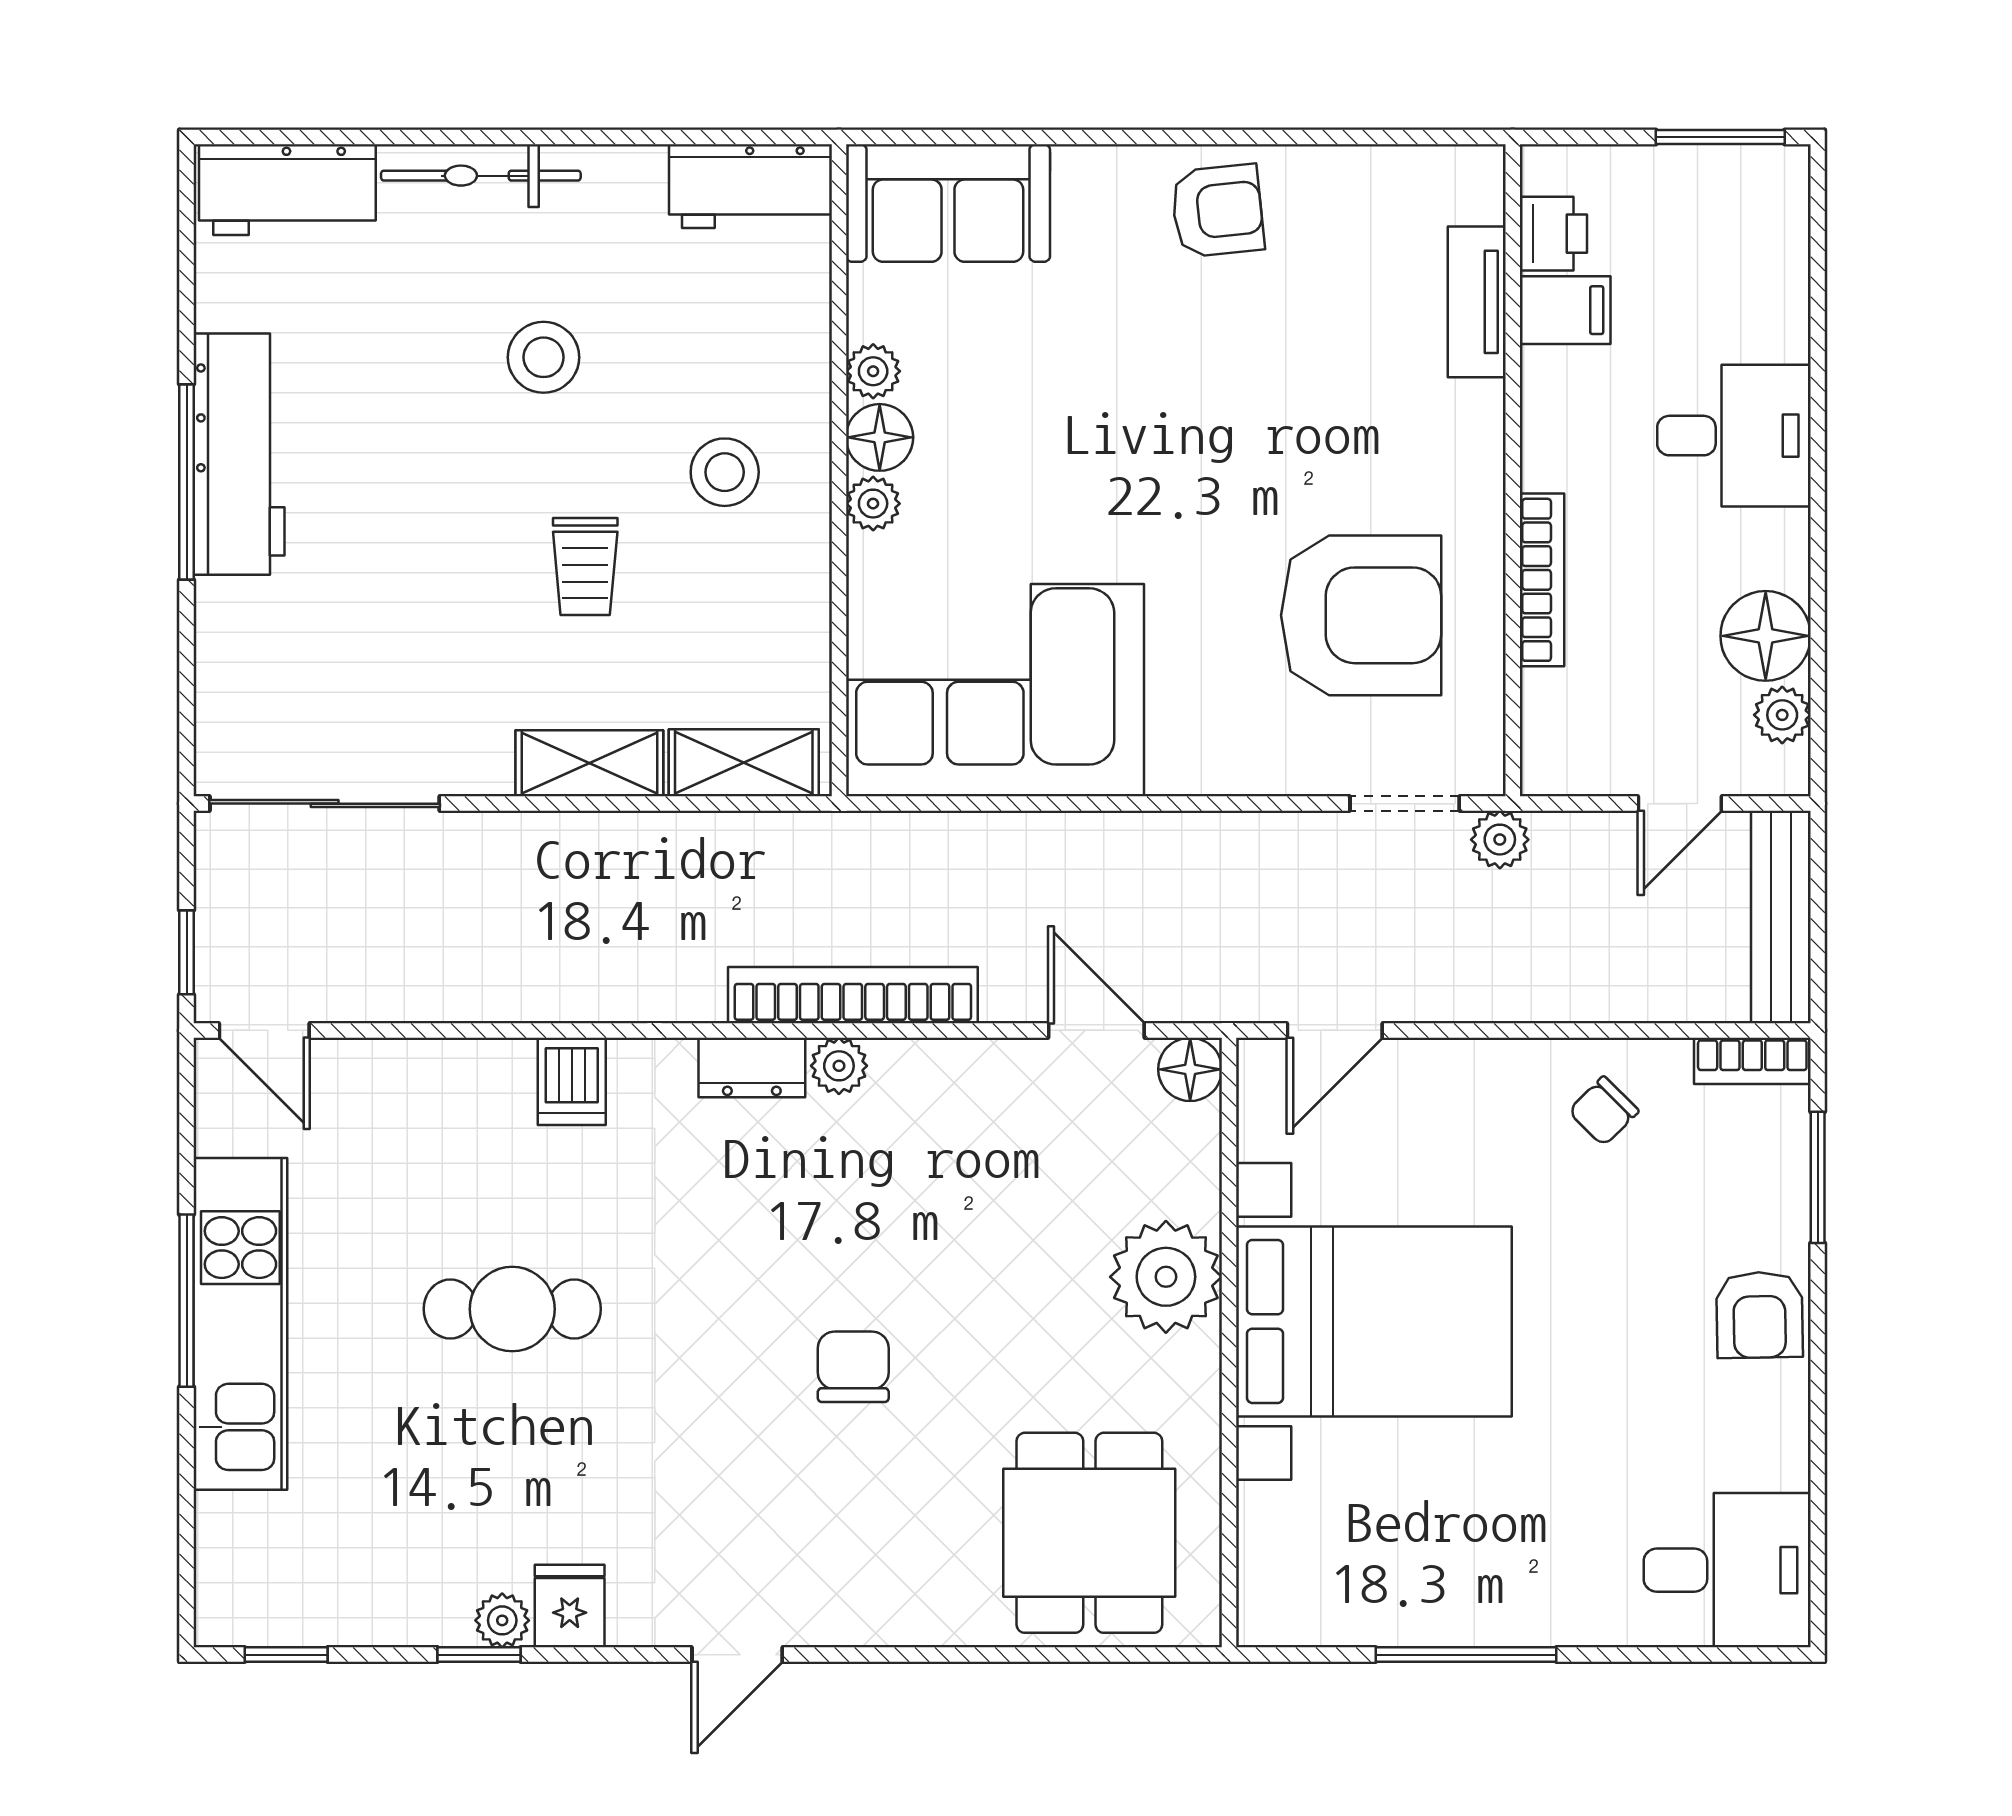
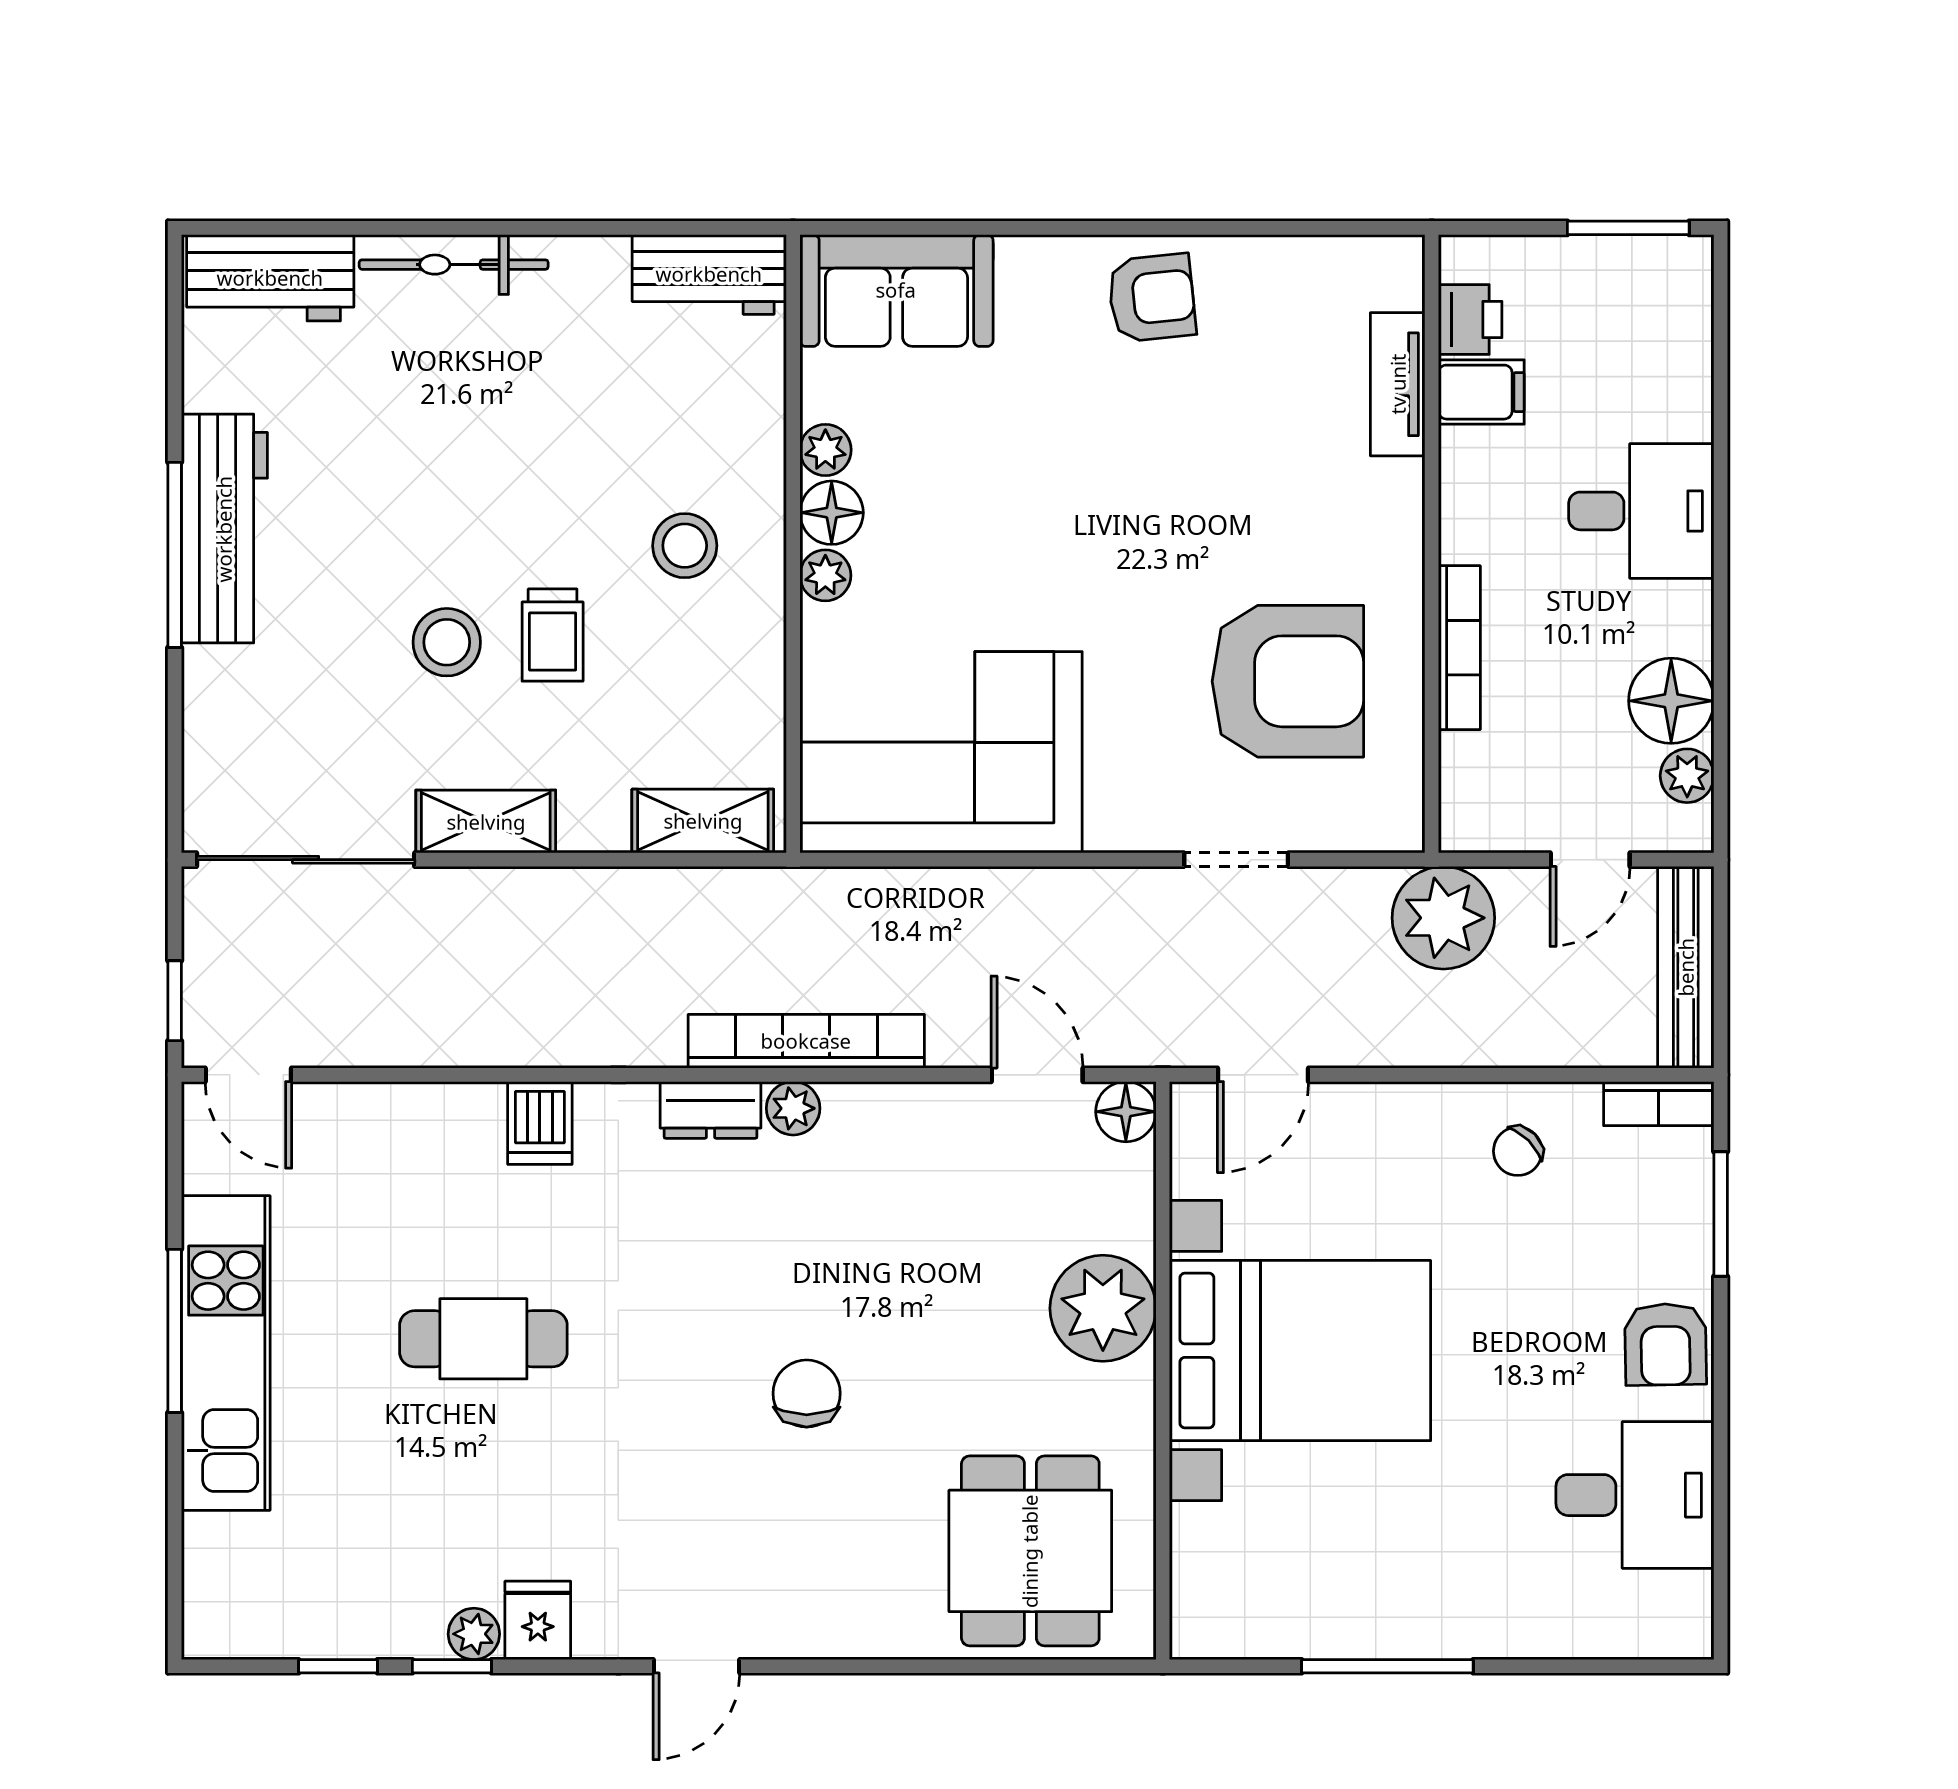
stool: (544, 357) -> (447, 642), moved
shelving: (589, 763) -> (486, 822), moved
doorway: (1405, 804) -> (1236, 860), moved
plant: (1500, 840) -> (1443, 918), width x1.88, depth x1.88
desk: (1727, 1570) -> (1635, 1495), moved
window: (286, 1655) -> (338, 1666), moved

